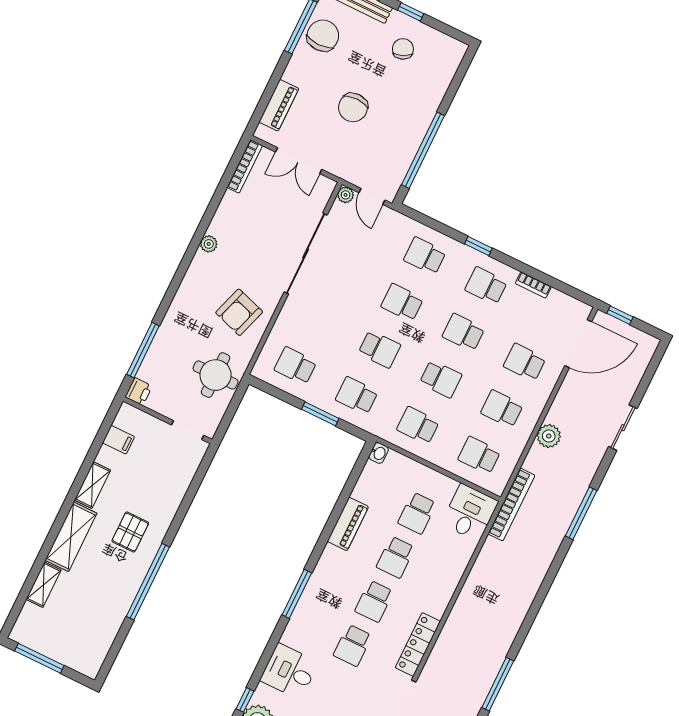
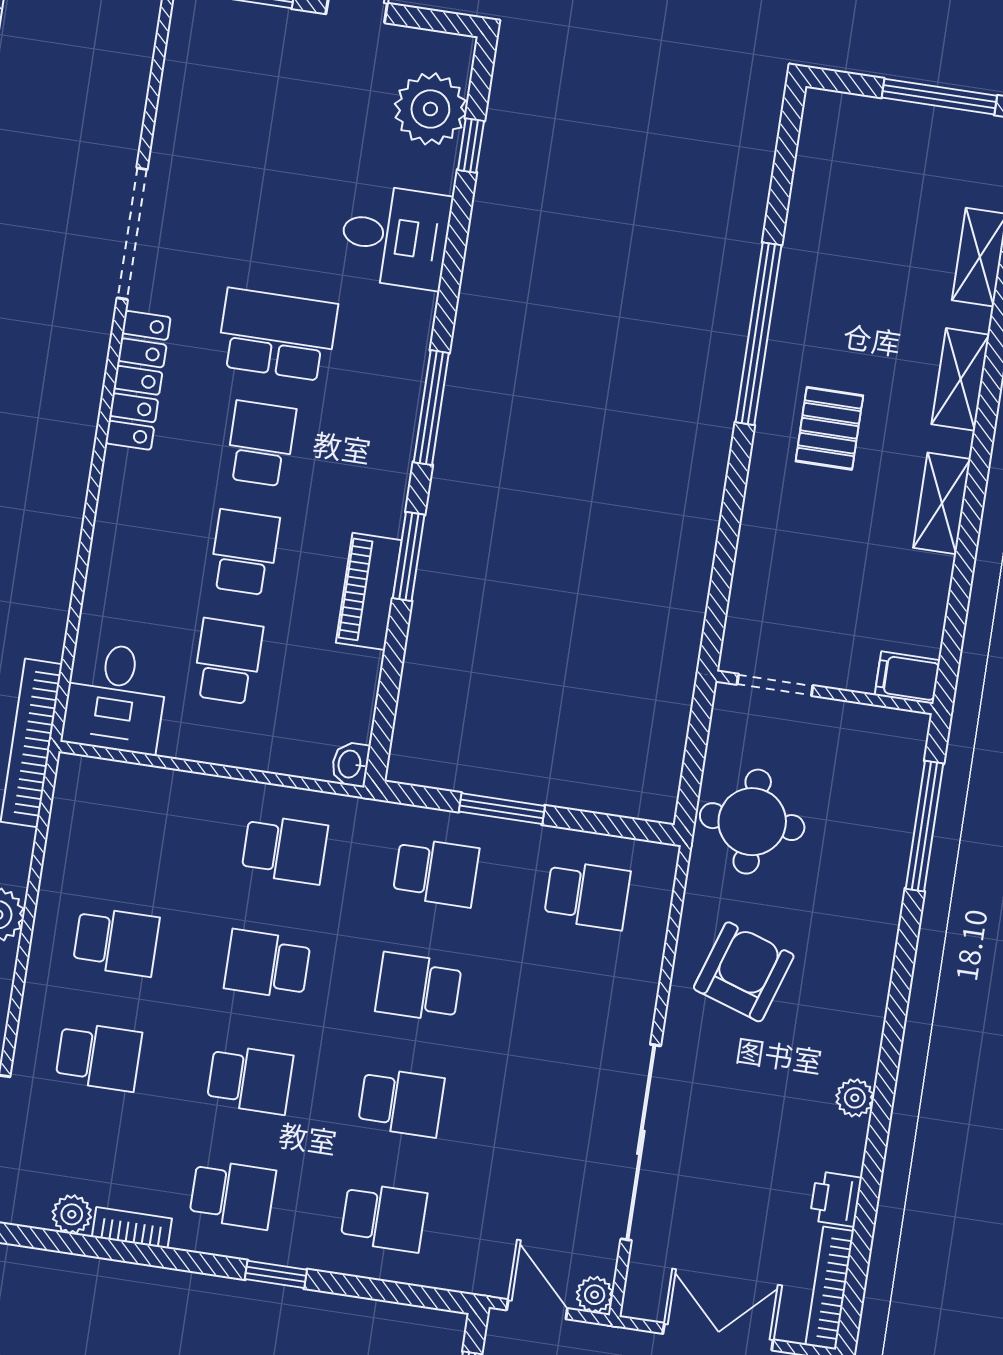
plant: (557, 299) -> (72, 1214), added
printer: (139, 391) -> (836, 1199), moved
filing cabinet: (119, 440) -> (907, 678), moved
school desk: (479, 455) -> (134, 826), removed
window: (326, 534) -> (409, 556), added
shelving: (71, 537) -> (960, 379), width x0.67, depth x0.75
school desk: (353, 645) -> (277, 335), width x1.85

